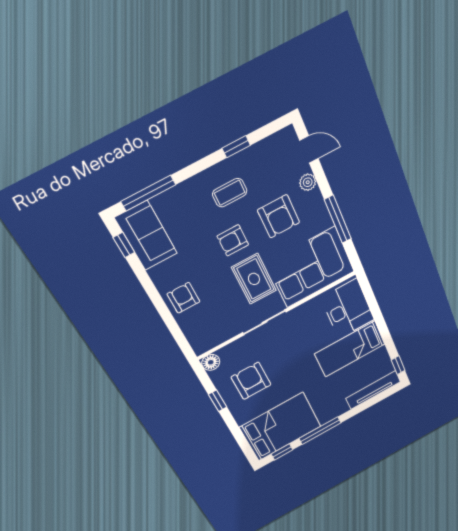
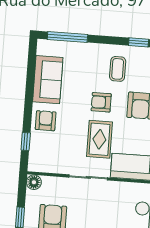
coffee table: (230, 193) -> (118, 69), turned 90
sofa: (146, 236) -> (48, 80), moved
window: (124, 245) -> (26, 141), moved

